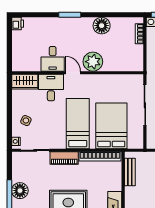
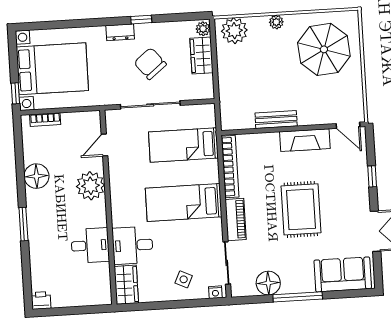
door: (73, 73) -> (105, 145), moved
bed: (111, 126) -> (183, 145), width x0.67
bench: (130, 172) -> (276, 120), moved
floor lamp: (20, 191) -> (268, 283), moved

